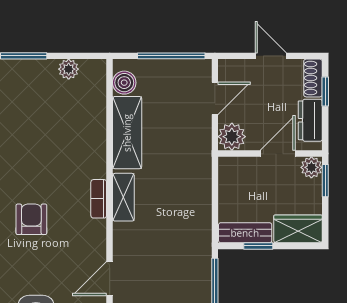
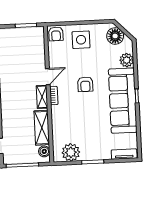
plant: (69, 69) -> (71, 152), width x1.88, depth x1.88
door: (110, 279) -> (48, 77), moved

